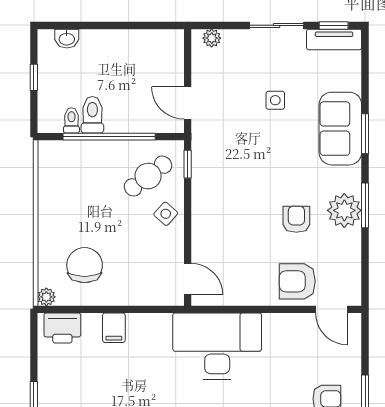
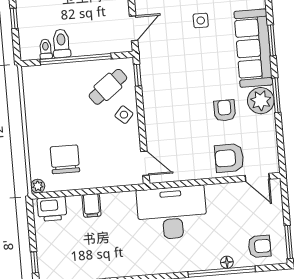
door: (188, 103) -> (134, 28), swing flipped
sofa: (340, 129) -> (253, 48), width x1.36

